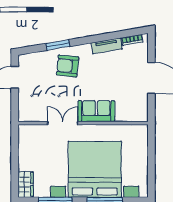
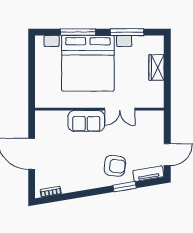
tv unit: (107, 46) -> (148, 174), moved
wardrobe: (26, 184) -> (157, 67), moved

